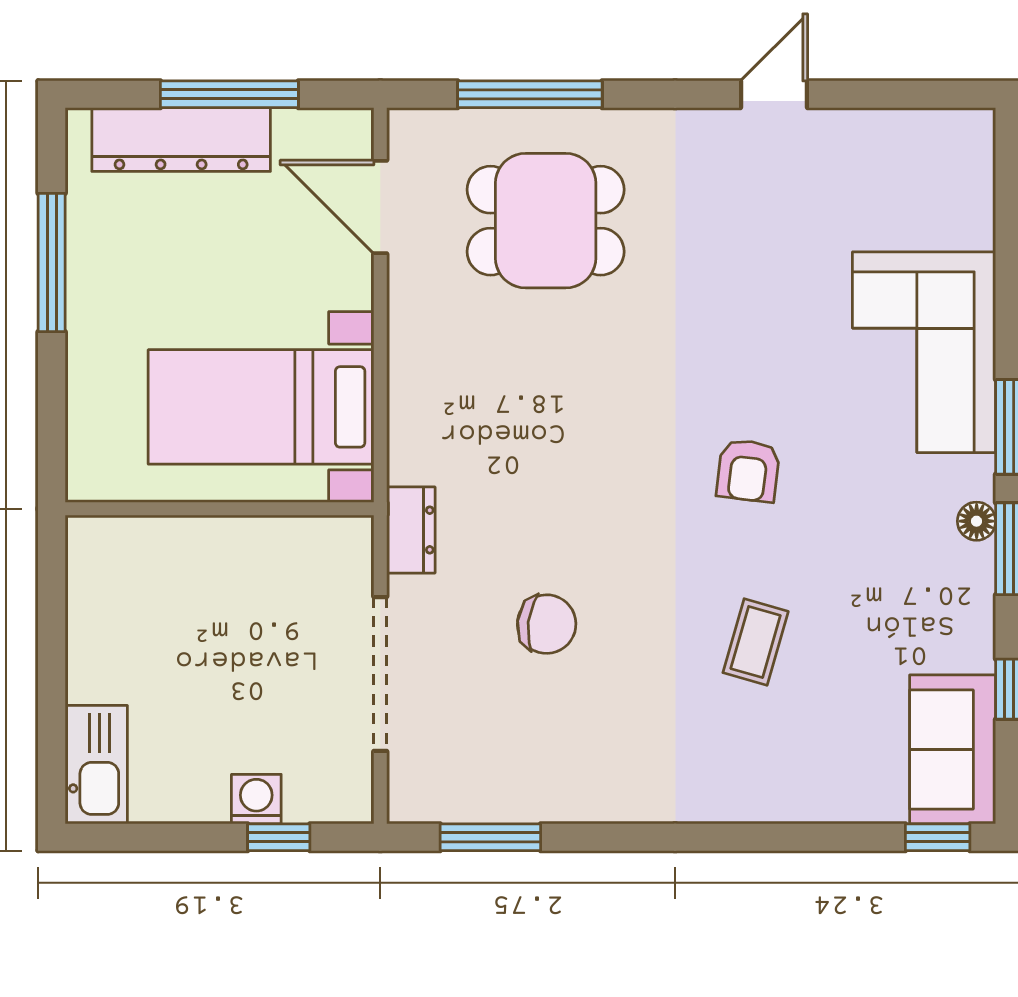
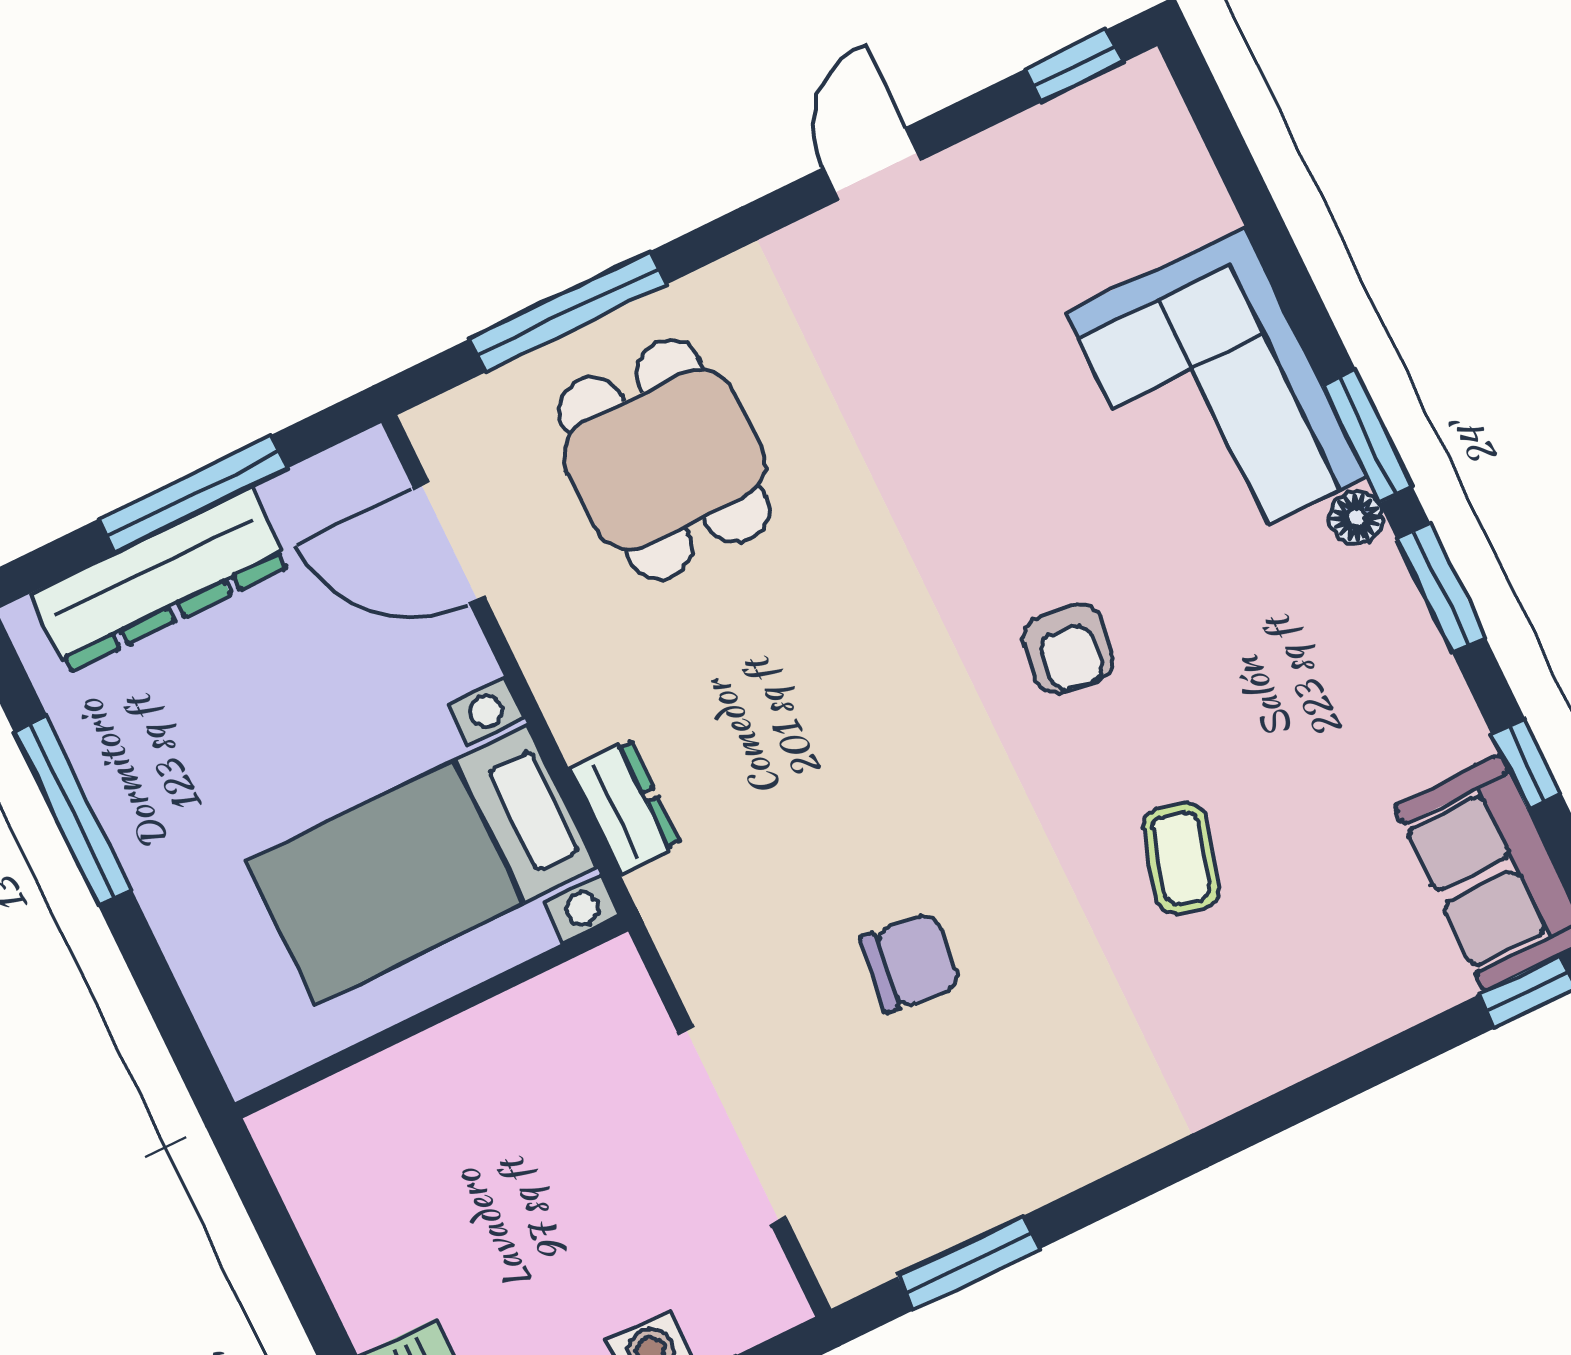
window: (936, 94) -> (1074, 66), added
dining table: (546, 221) -> (664, 460), turned 90
floor lamp: (977, 521) -> (1357, 517), moved
dresser: (411, 530) -> (625, 807), moved

